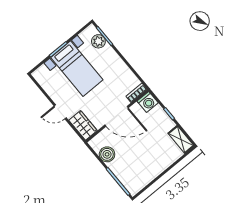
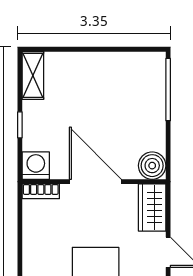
boiler: (107, 154) -> (152, 166), moved

